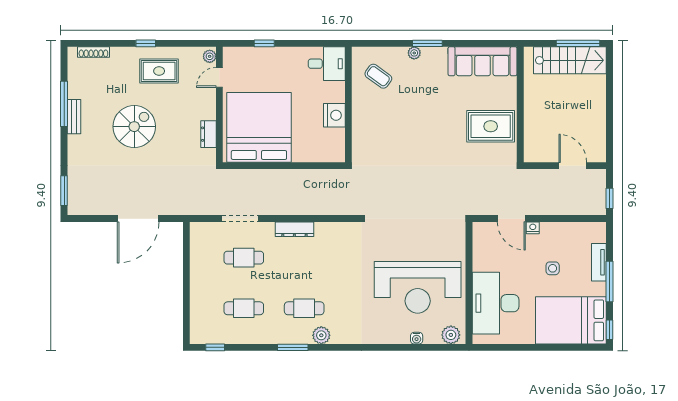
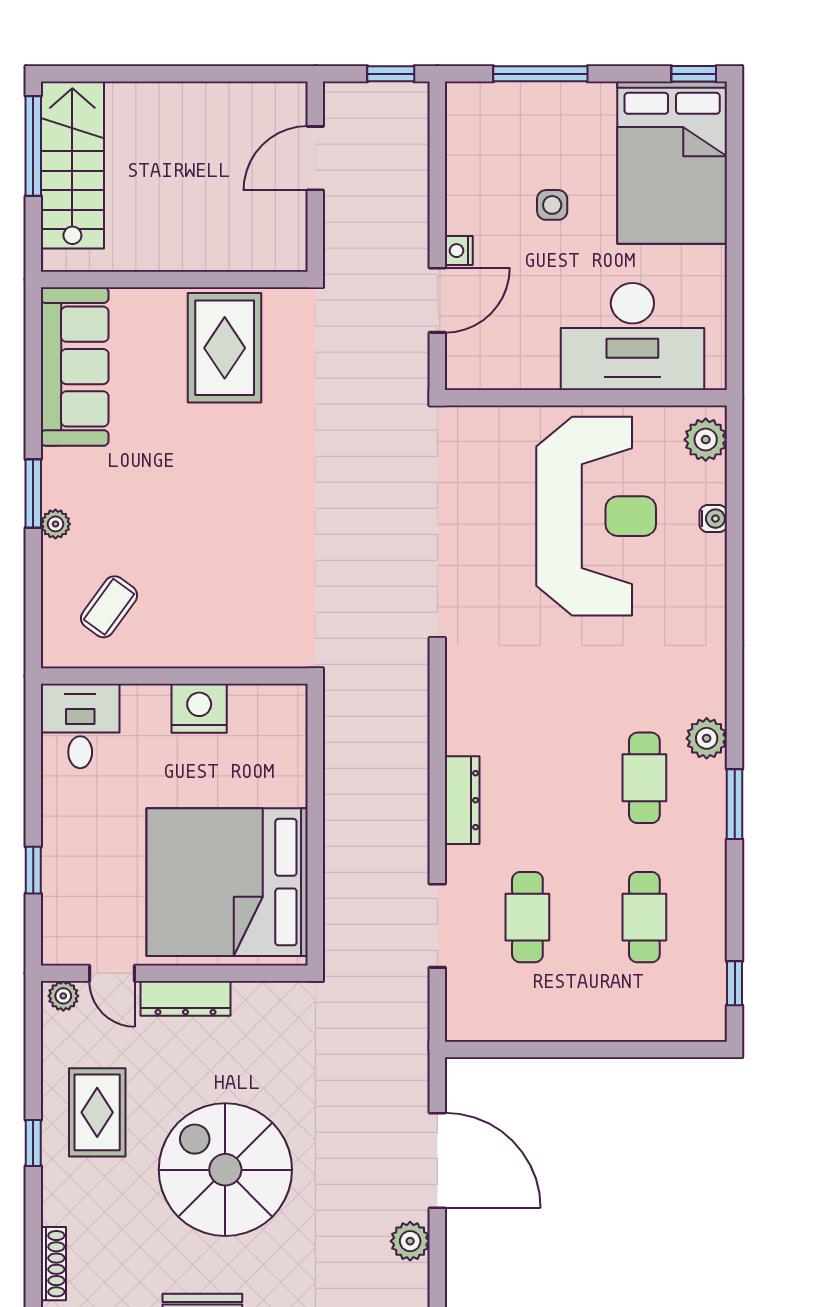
spiral stairs: (134, 127) -> (225, 1170), width x1.37, depth x1.37
dresser: (208, 134) -> (186, 998), moved, width x1.44
plant: (103, 207) -> (410, 1241), added
tv unit: (599, 262) -> (538, 98), removed
window: (609, 282) -> (540, 74), moved

